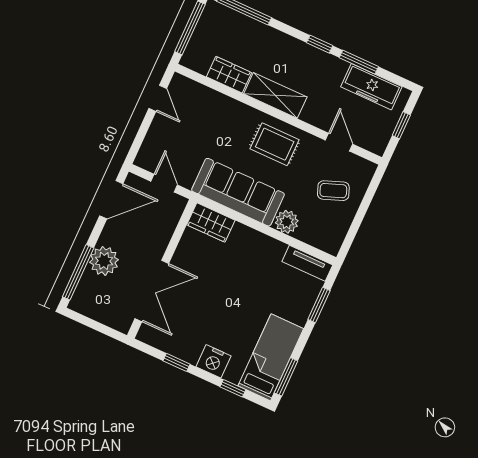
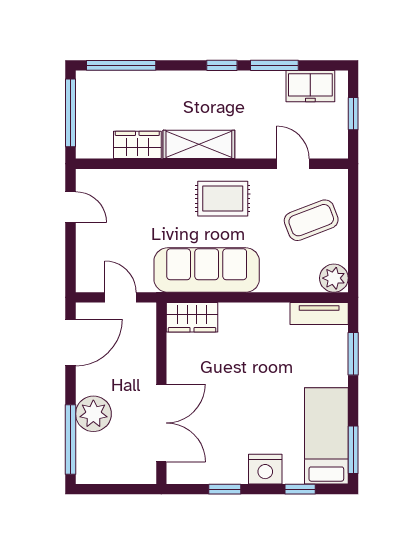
freezer: (371, 87) -> (310, 86), width x0.71
coffee table: (333, 191) -> (311, 220), width x1.36, depth x1.30
plant: (287, 222) -> (334, 278), moved

